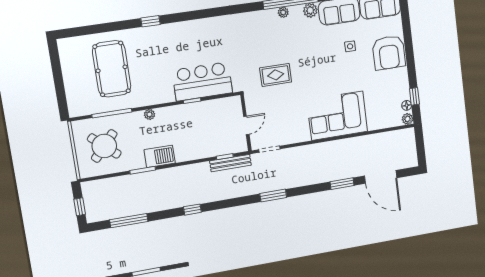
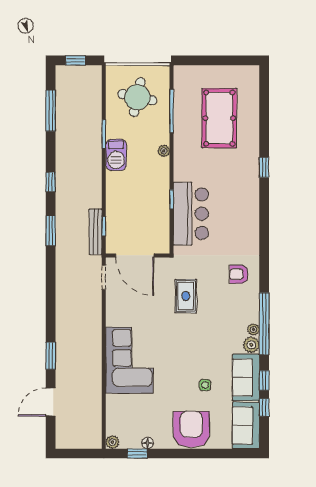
plant: (283, 12) -> (253, 329), moved
armchair: (250, 30) -> (239, 274), added
armchair: (389, 53) -> (191, 429), turned 90
pool table: (112, 69) -> (219, 118), turned 90
floor lamp: (407, 105) -> (148, 443), moved
door: (246, 125) -> (135, 255), width x1.88
round table: (104, 146) -> (137, 97), turned -30
door: (381, 177) -> (51, 402), width x0.73
window: (273, 196) -> (51, 231), moved

